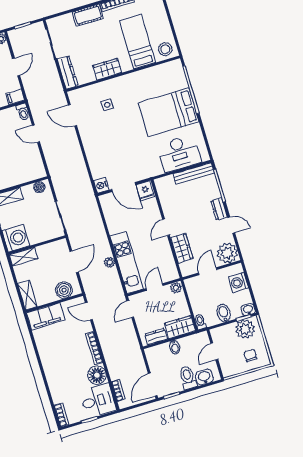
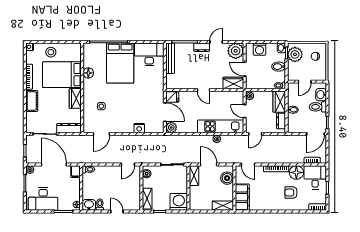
bed: (138, 42) -> (62, 75), width x1.50
stool: (165, 49) -> (51, 52), moved
door: (16, 67) -> (54, 165), width x1.88
floor lamp: (144, 76) -> (88, 73), added
door: (36, 134) -> (128, 165), moved
desk: (179, 153) -> (149, 54), moved, turned -90
nightstand: (101, 185) -> (139, 128), moved
door: (124, 187) -> (165, 112), hinge flipped
plant: (107, 201) -> (171, 127), added
wardrobe: (182, 248) -> (233, 83), moved
shelving: (23, 257) -> (194, 176), moved
door: (130, 309) -> (255, 134), hinge flipped
door: (89, 311) -> (248, 165), hinge flipped
door: (214, 351) -> (305, 82), hinge flipped
armchair: (70, 376) -> (291, 193), added
door: (153, 385) -> (315, 134), hinge flipped

